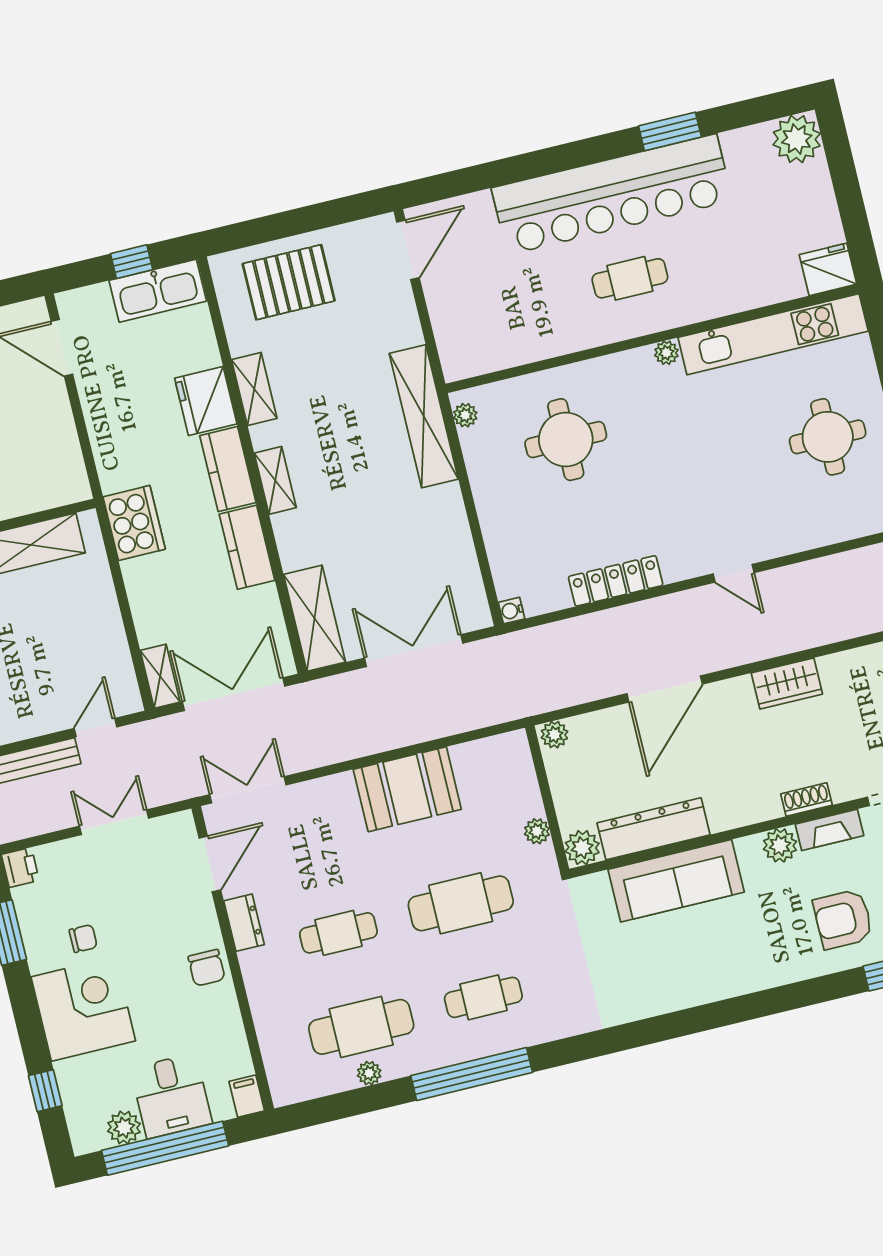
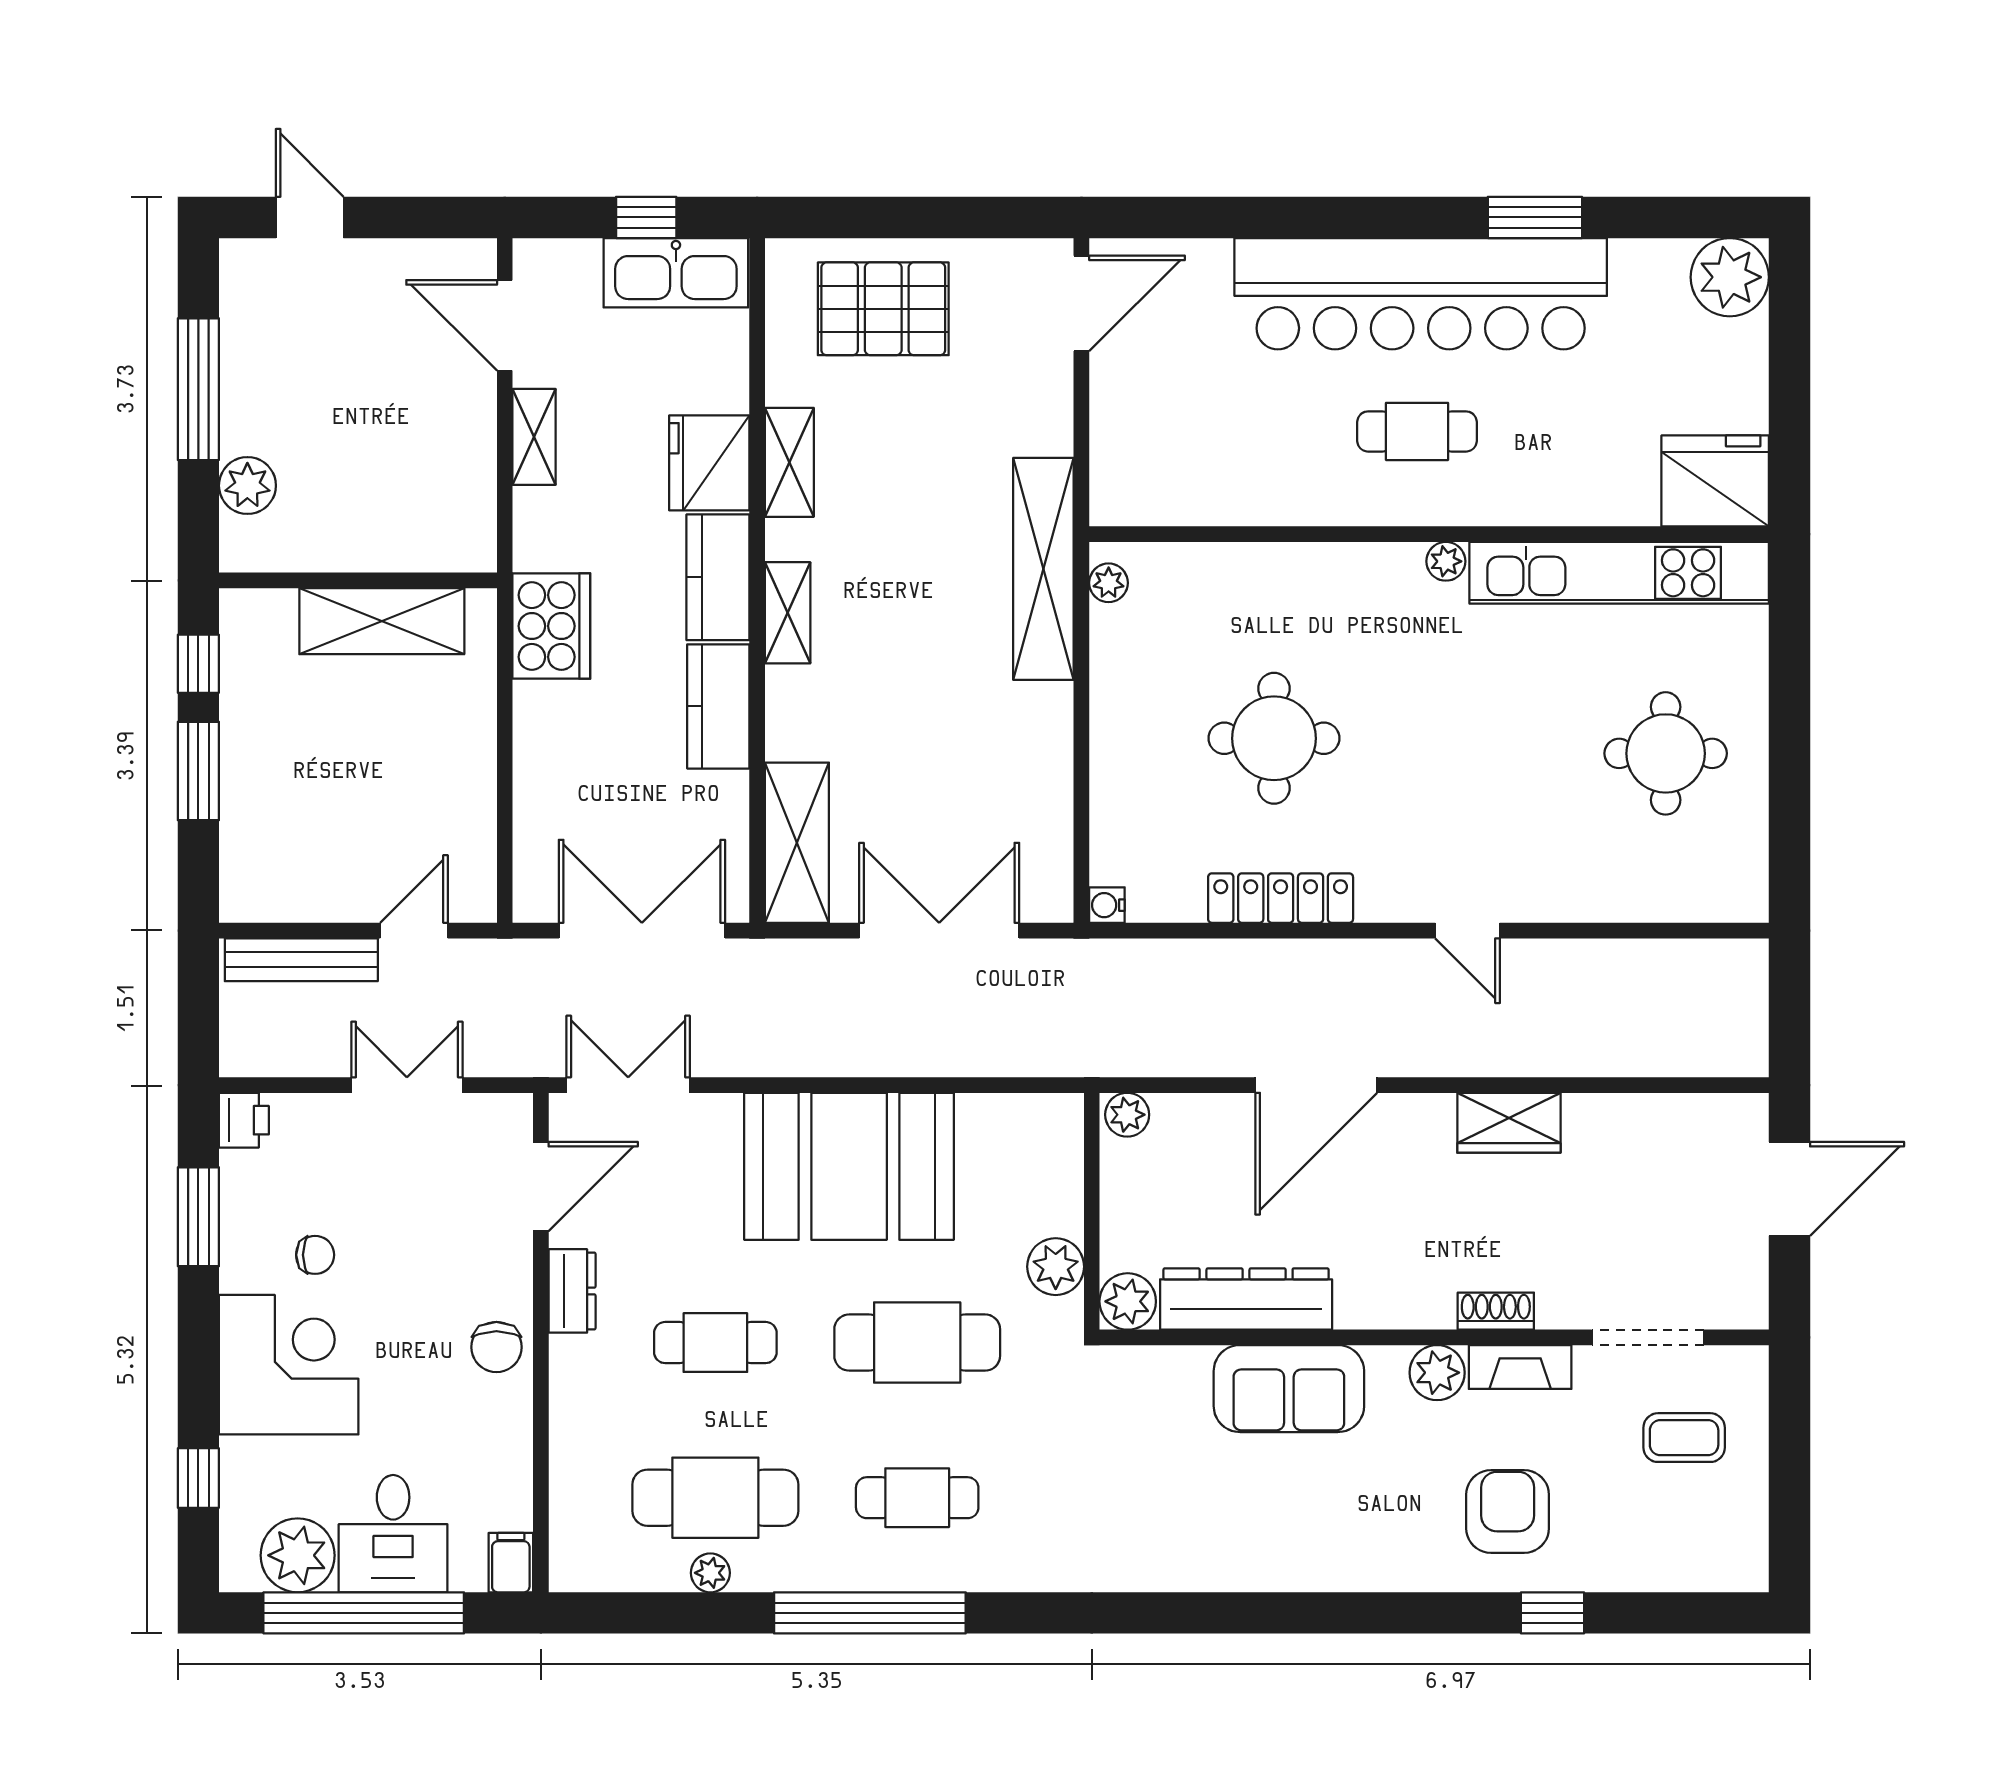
fridge: (828, 269) -> (1715, 481), width x1.36, depth x1.34
round table: (566, 440) -> (1274, 738), moved
shelving: (160, 676) -> (534, 437), moved
booth: (407, 789) -> (849, 1166), width x1.36, depth x1.42
plant: (537, 831) -> (1056, 1267), width x1.38, depth x1.38
sofa: (676, 881) -> (1289, 1389), width x0.73
armchair: (843, 919) -> (1508, 1512), turned 90
plant: (124, 1128) -> (298, 1555), width x1.36, depth x1.36

